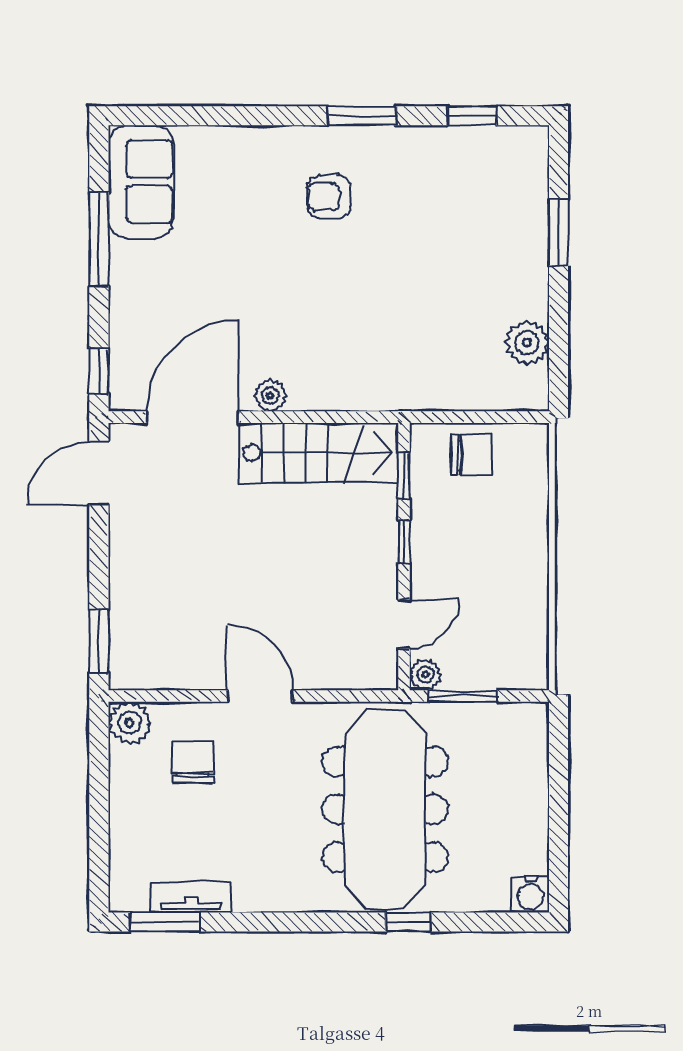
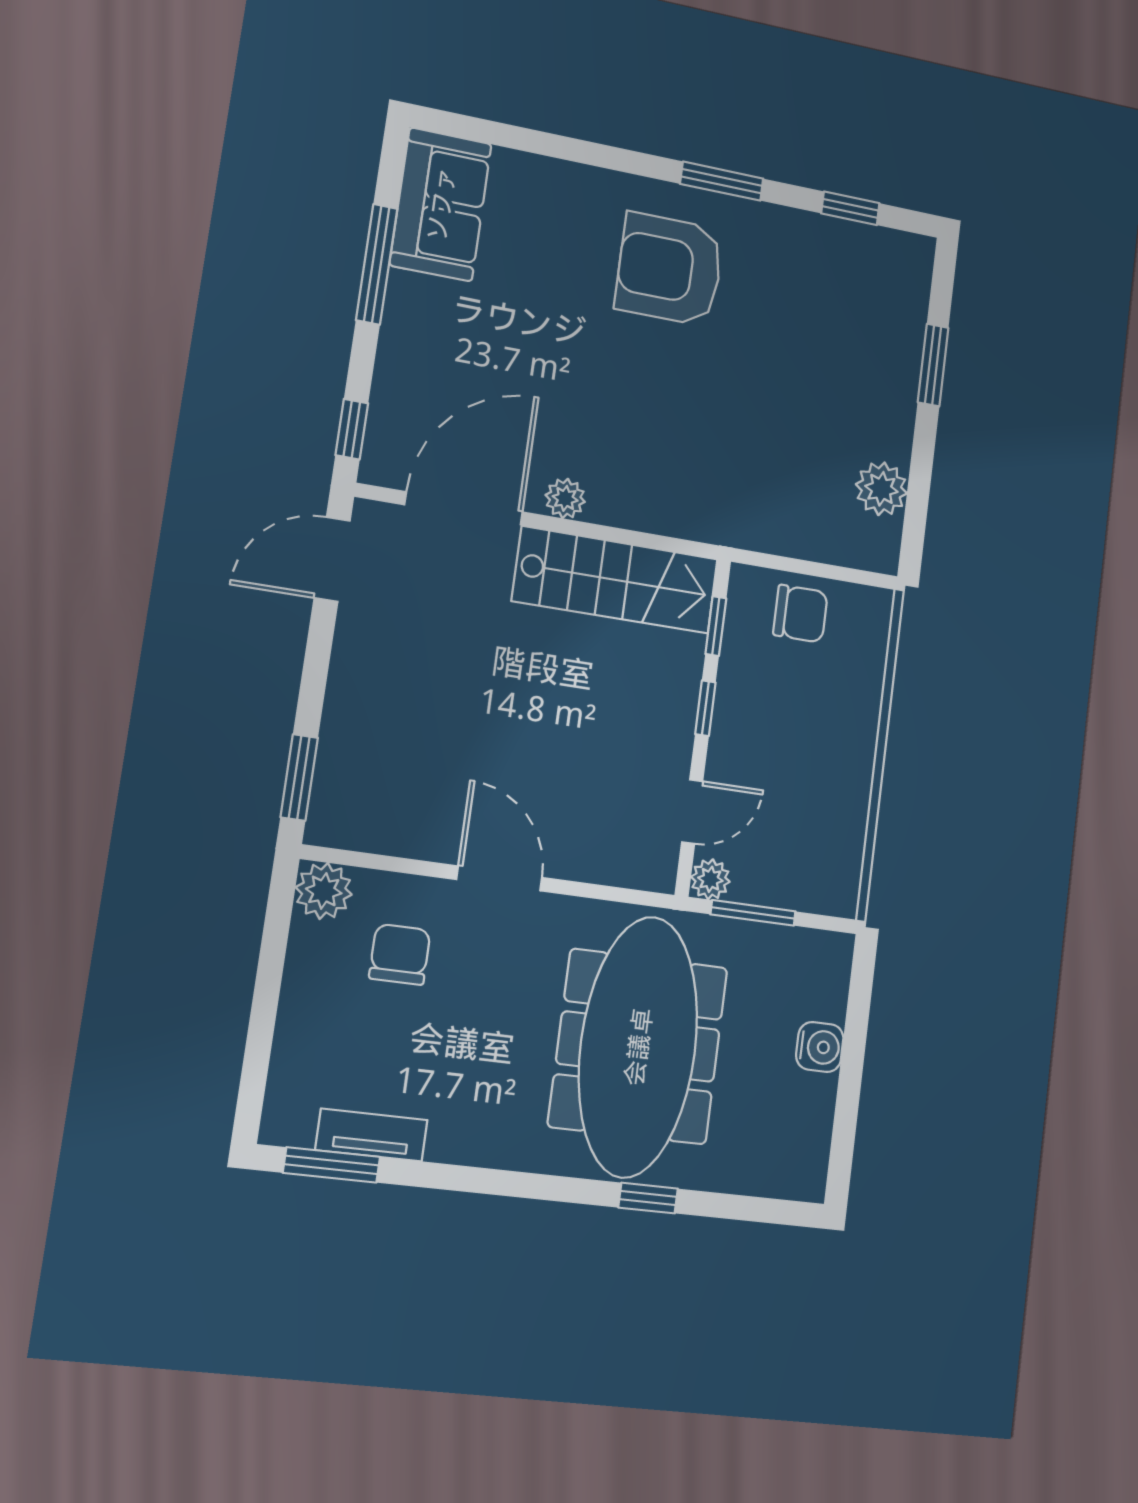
armchair: (329, 197) -> (669, 269), width x1.88, depth x1.88
water cooler: (531, 894) -> (820, 1047), moved, turned -90

